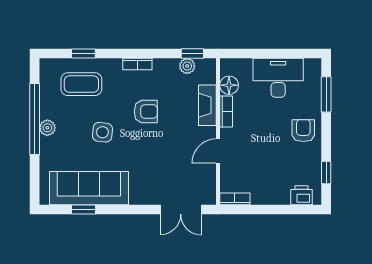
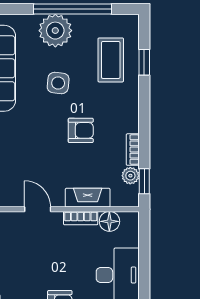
bookcase: (137, 64) -> (133, 150), moved
armchair: (146, 112) -> (81, 130), turned -90
plant: (47, 128) -> (55, 31), width x1.88, depth x1.88

